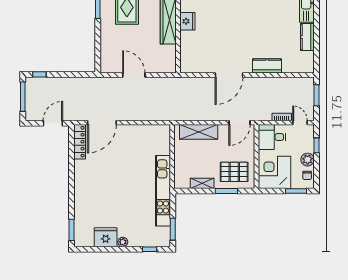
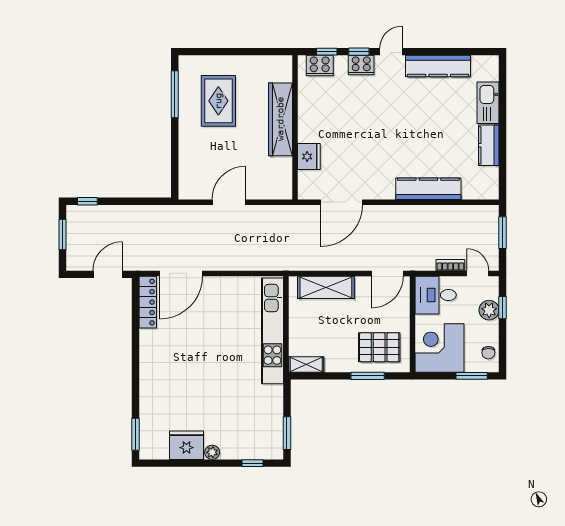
fridge: (187, 21) -> (309, 156), moved
kitchen counter: (267, 66) -> (428, 189), width x1.50
door: (134, 75) -> (229, 202), hinge flipped
door: (229, 75) -> (342, 202), moved
window: (23, 97) -> (63, 234), width x0.69
plant: (308, 160) -> (489, 310), moved
shelving: (202, 183) -> (306, 364), moved
kitchen unit: (163, 191) -> (272, 331), moved

